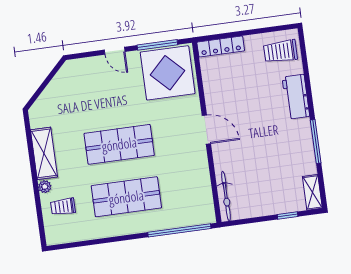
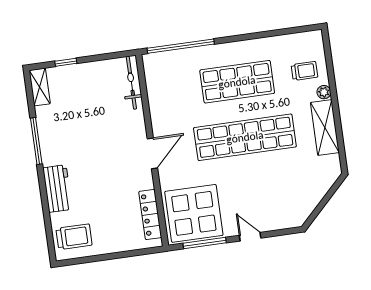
locker: (221, 46) -> (150, 214), moved, turned -90
door: (206, 130) -> (152, 153), swing flipped
shop shelf: (119, 144) -> (245, 137), width x1.40

